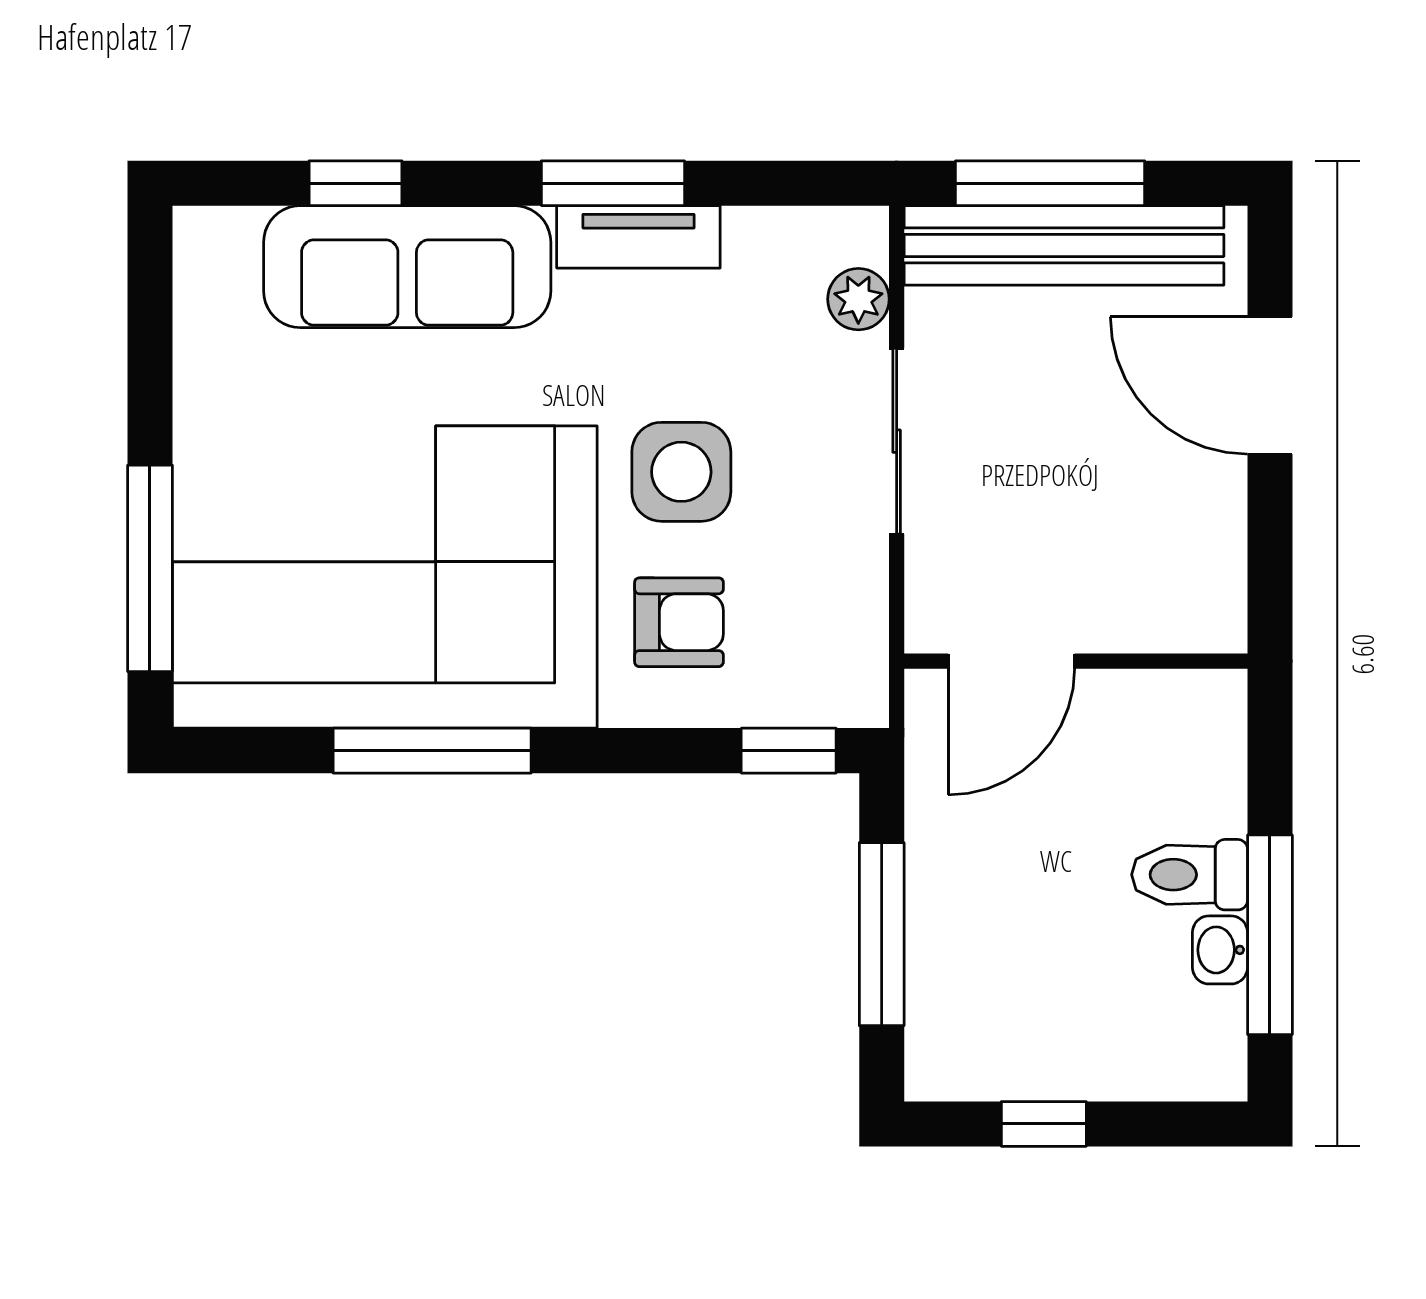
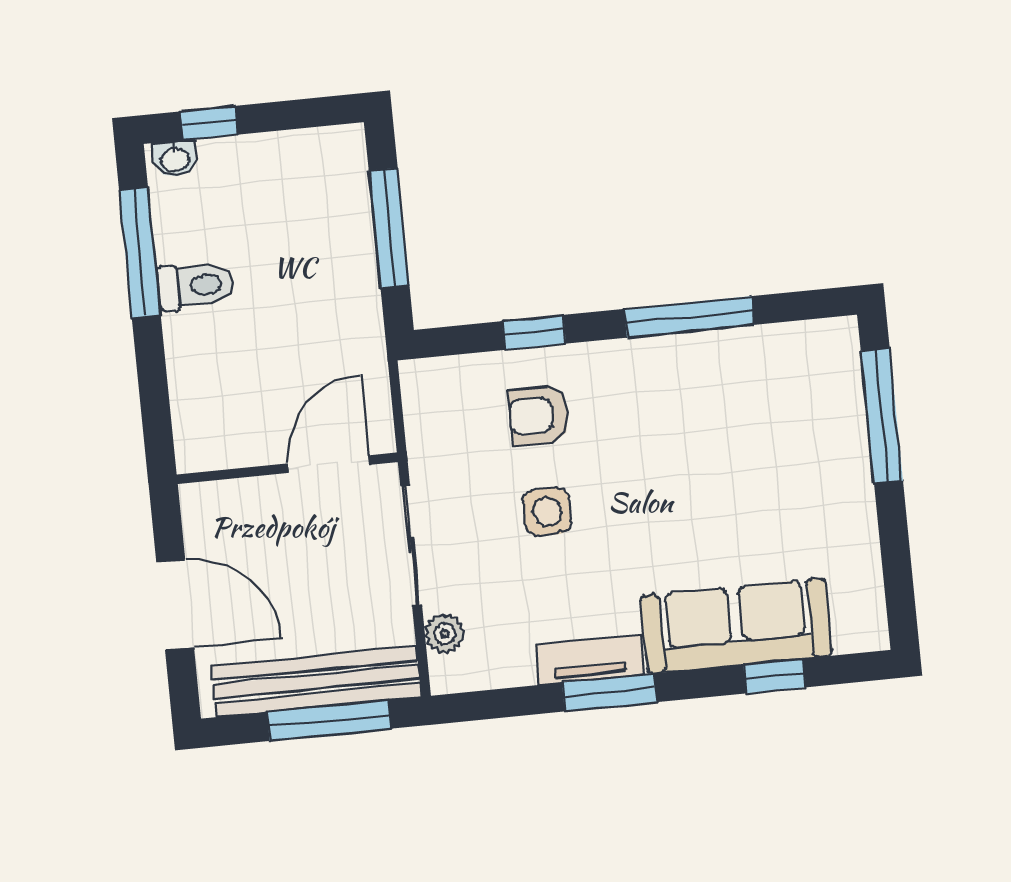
side table: (681, 472) -> (547, 512), width x0.73, depth x0.73
corner sofa: (385, 577) -> (731, 425), removed
door: (1011, 661) -> (329, 464), moved
wall: (1076, 661) -> (287, 468), moved
window: (789, 751) -> (534, 332), moved
washbasin: (1220, 950) -> (175, 159), moved, turned 90
window: (1044, 1124) -> (209, 123), moved

